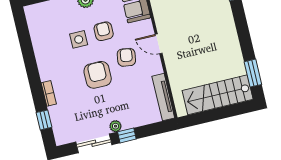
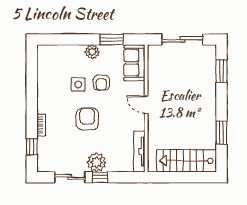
armchair: (104, 31) -> (101, 83), turned 180
armchair: (126, 57) -> (116, 110), removed
window: (253, 73) -> (221, 133), moved
plant: (116, 126) -> (97, 162), width x1.88, depth x1.88

